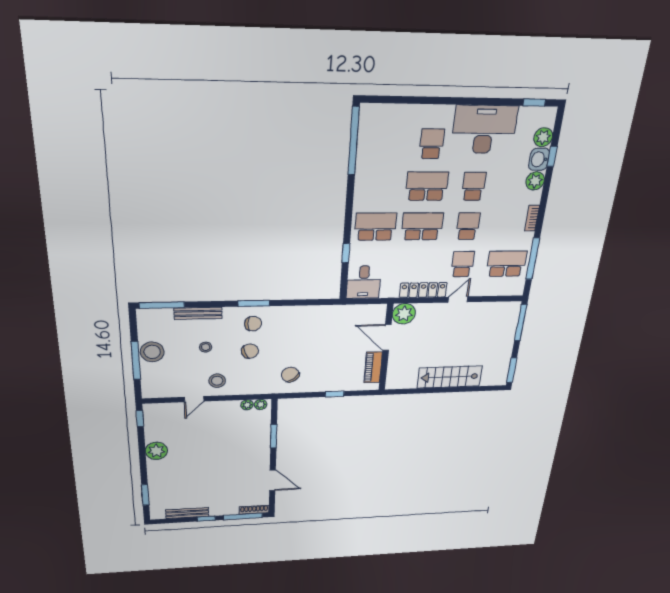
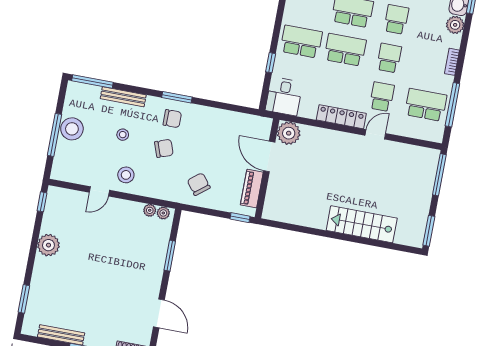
plant: (404, 314) -> (289, 133), moved
door: (387, 338) -> (269, 157), moved
wall: (386, 348) -> (267, 168), moved
piano: (373, 367) -> (252, 189), moved

